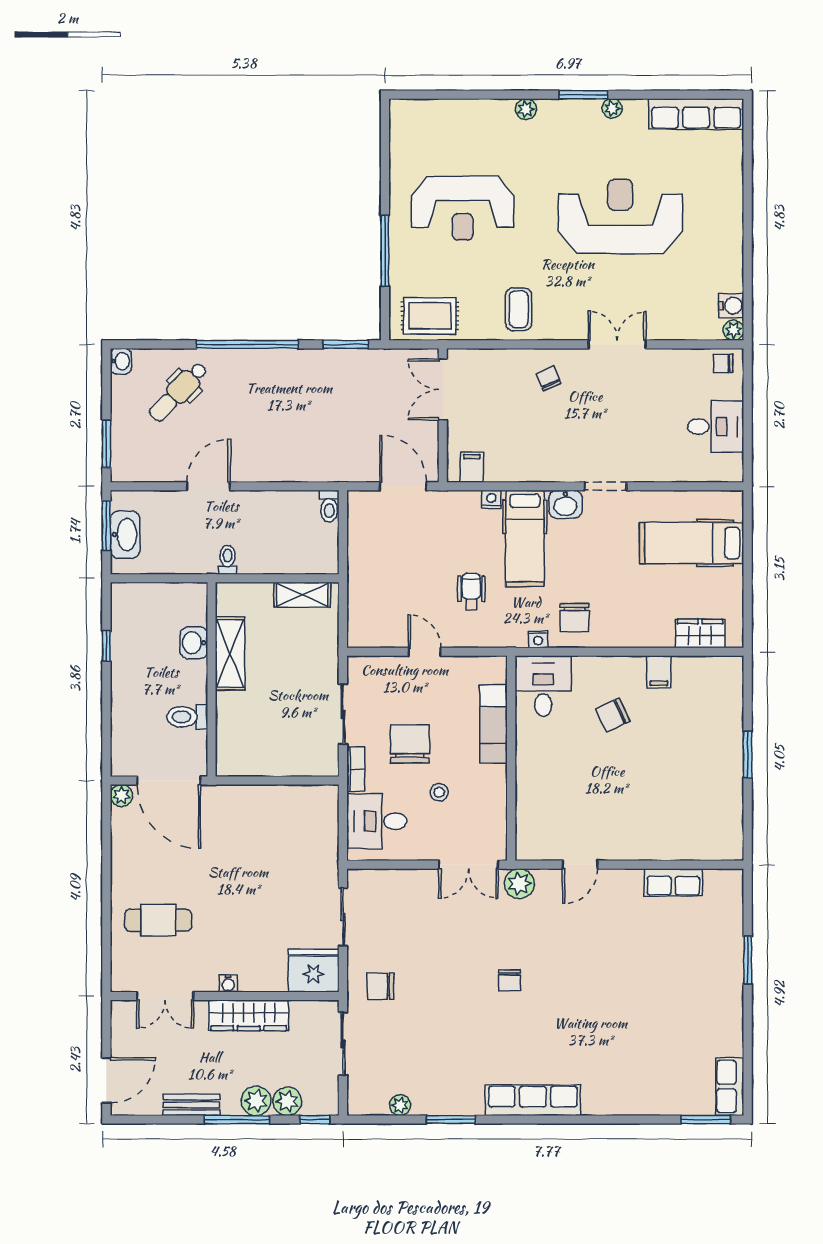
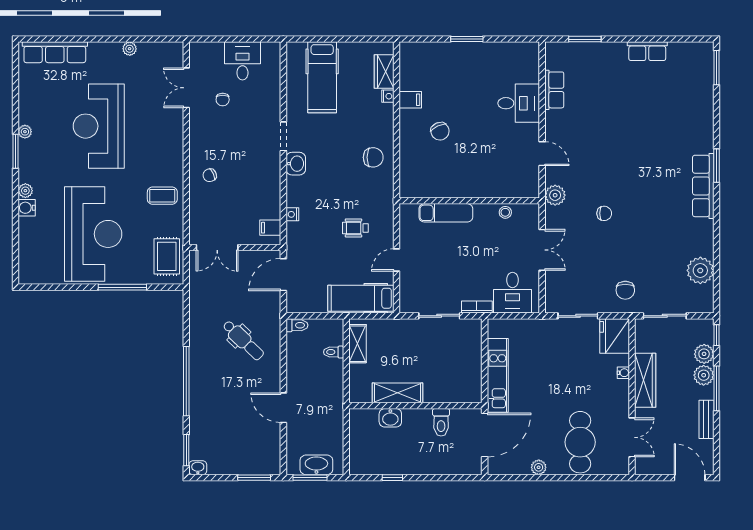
row of seats: (696, 114) -> (55, 52), moved, turned 90
reception desk: (463, 208) -> (93, 234), width x1.36, depth x1.30
water cooler: (731, 306) -> (27, 208), moved, turned -90
plant: (733, 330) -> (130, 49), moved
window: (346, 344) -> (186, 450), moved
double door: (617, 344) -> (186, 88), moved
chair: (723, 363) -> (223, 100), moved
dental chair: (178, 392) -> (243, 340), moved
hospital bed: (525, 538) -> (361, 298), moved, turned 180
toilet: (228, 560) -> (334, 352), moved
nightstand: (538, 639) -> (388, 96), moved
desk: (543, 686) -> (519, 103), moved, turned 180
chair: (410, 744) -> (460, 270), removed
stool: (439, 792) -> (505, 212), moved
plant: (121, 796) -> (539, 467), moved
kitchen unit: (256, 800) -> (498, 375), added
double door: (469, 865) -> (542, 250), moved
cafe table: (158, 920) -> (580, 442), width x1.37, depth x1.35
window: (748, 960) -> (585, 39), moved
chair: (510, 980) -> (604, 213), moved
water cooler: (228, 983) -> (623, 373), moved
row of seats: (730, 1087) -> (647, 51), moved
plant: (400, 1105) -> (700, 270), width x1.88, depth x1.88
window: (451, 1120) -> (716, 166), moved

